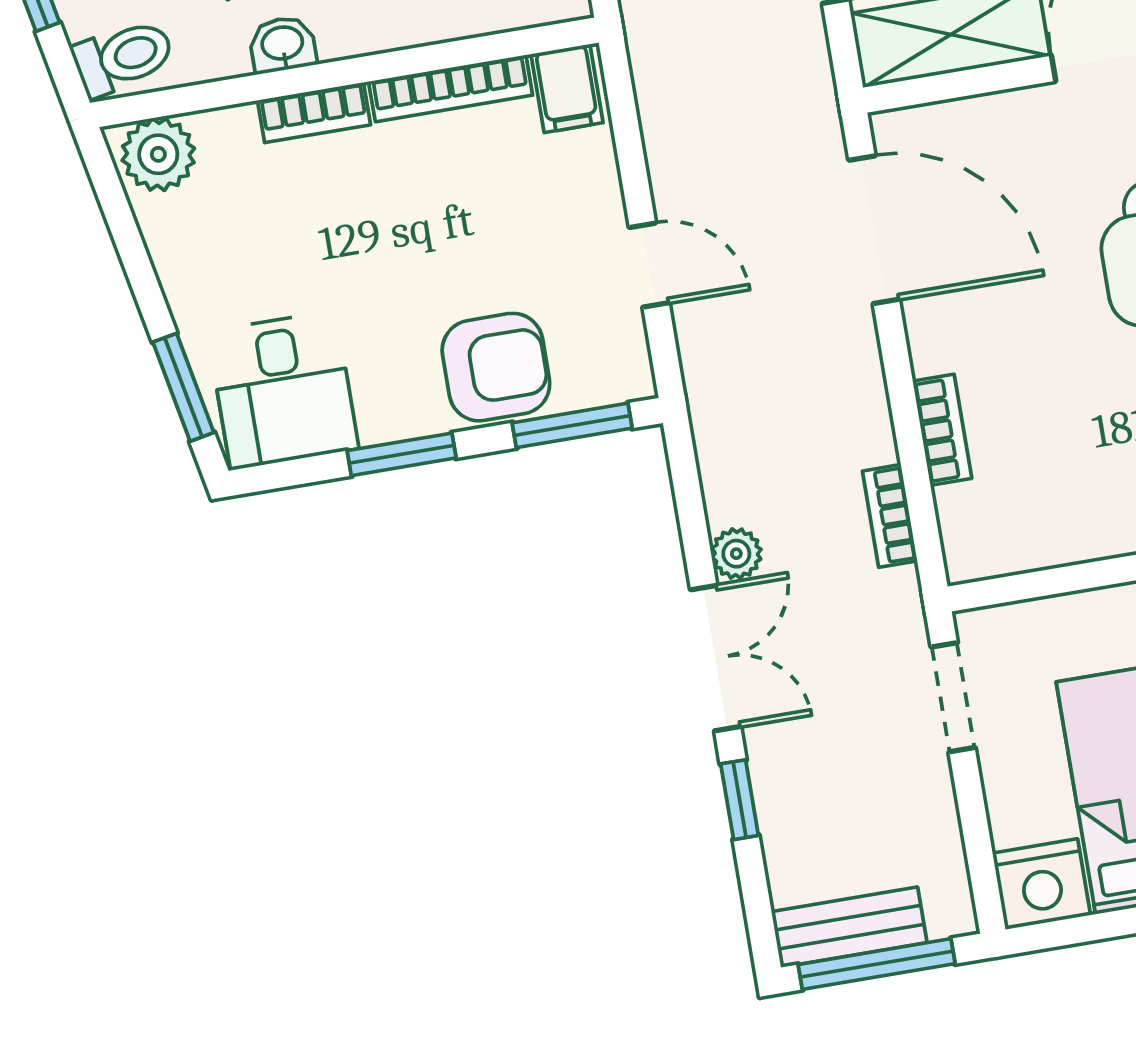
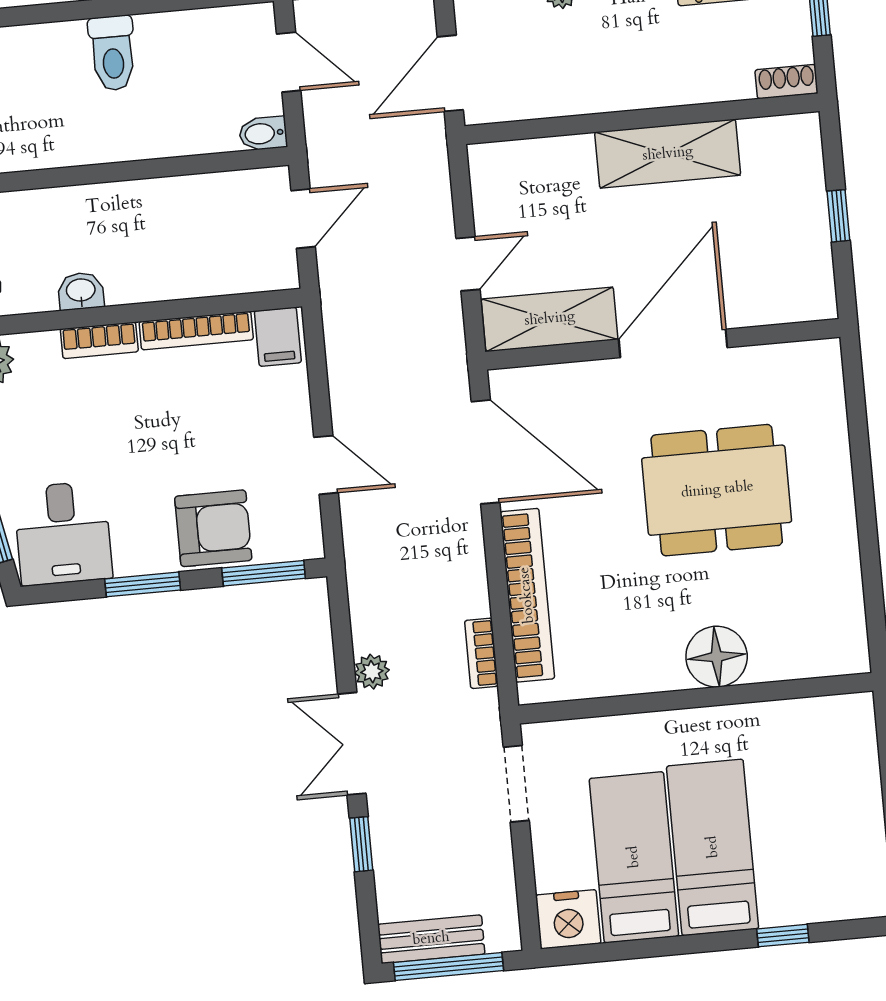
bookcase: (942, 430) -> (527, 595), width x2.31, depth x1.31
double door: (716, 658) -> (352, 744), swing flipped

